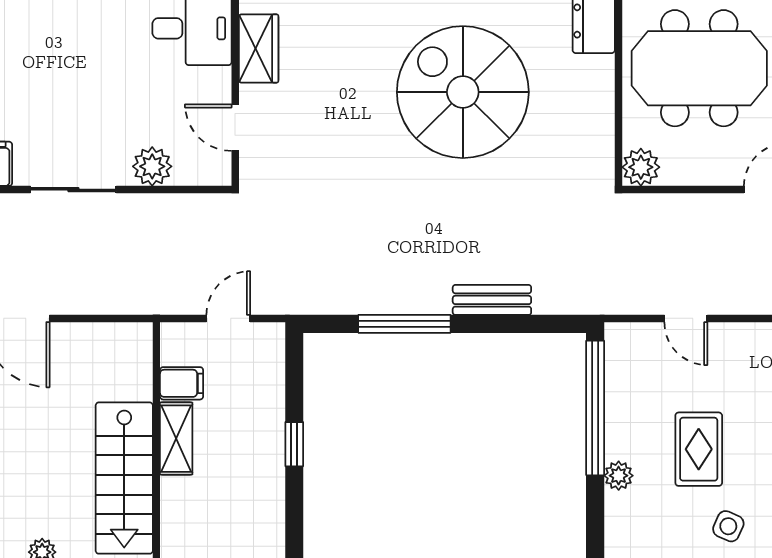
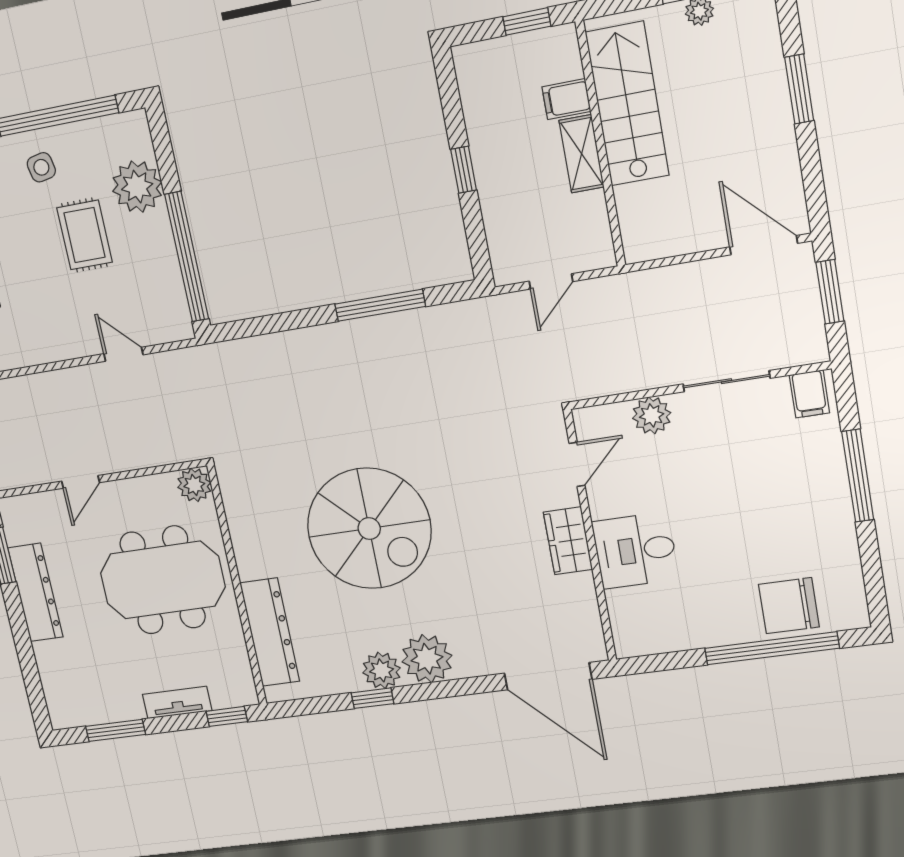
door: (235, 128) -> (577, 464), hinge flipped
bench: (492, 300) -> (303, 342), removed
filing cabinet: (182, 383) -> (566, 99), moved
plant: (619, 476) -> (137, 187), width x1.88, depth x1.88
side table: (728, 526) -> (41, 167), turned -35

